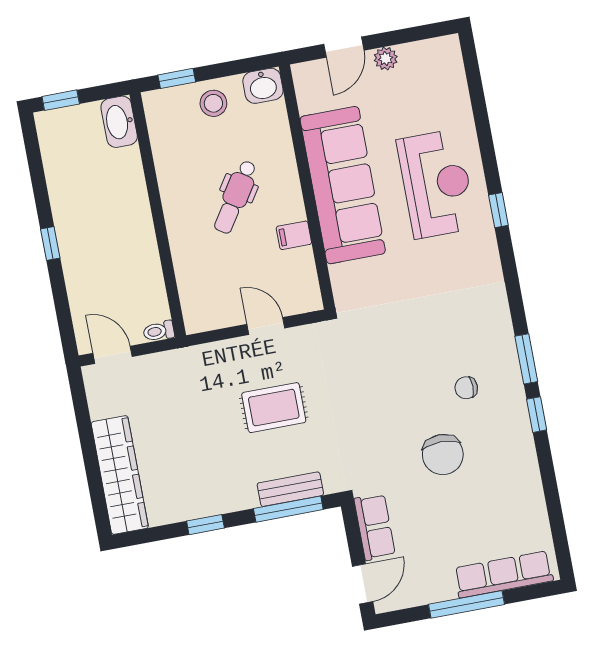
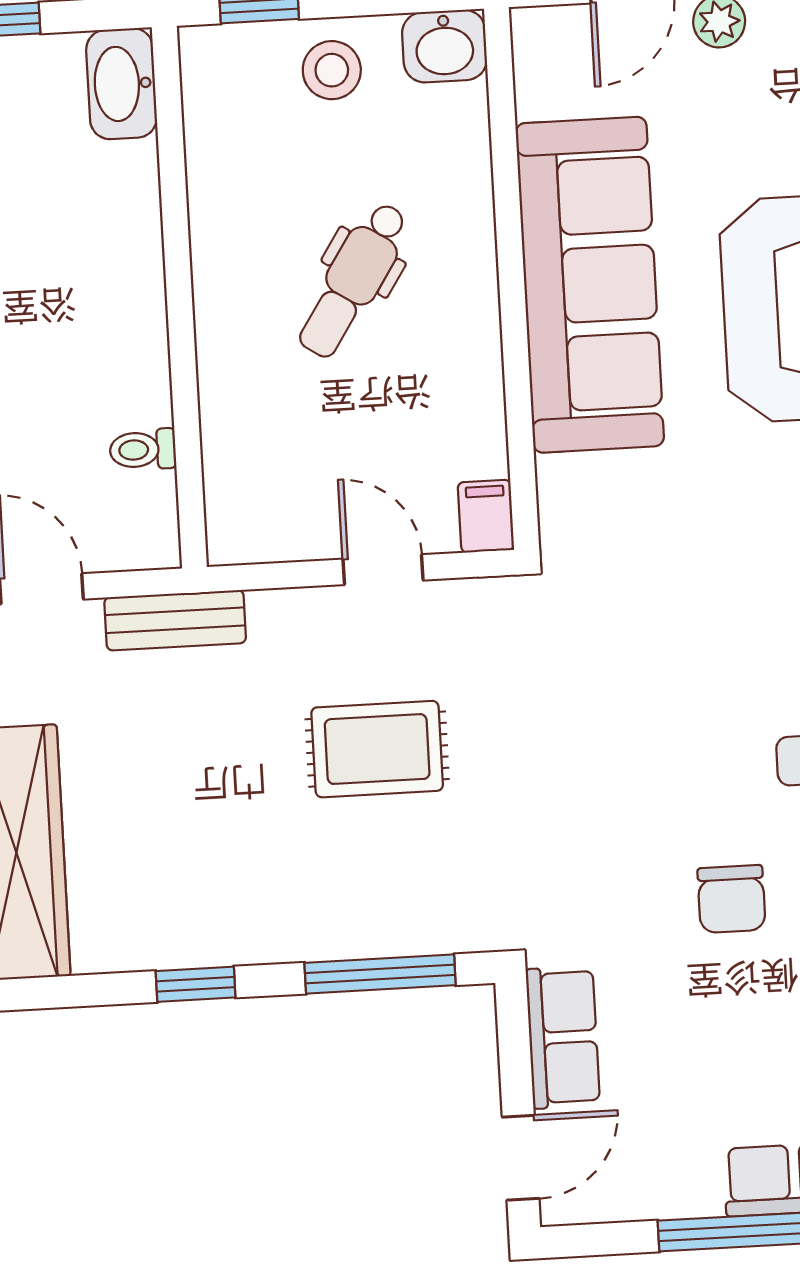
filing cabinet: (294, 235) -> (486, 516), moved, turned 90
toilet: (159, 331) -> (143, 450), moved
chair: (443, 455) -> (731, 899), width x0.73, depth x0.73
bench: (290, 489) -> (175, 620), moved

